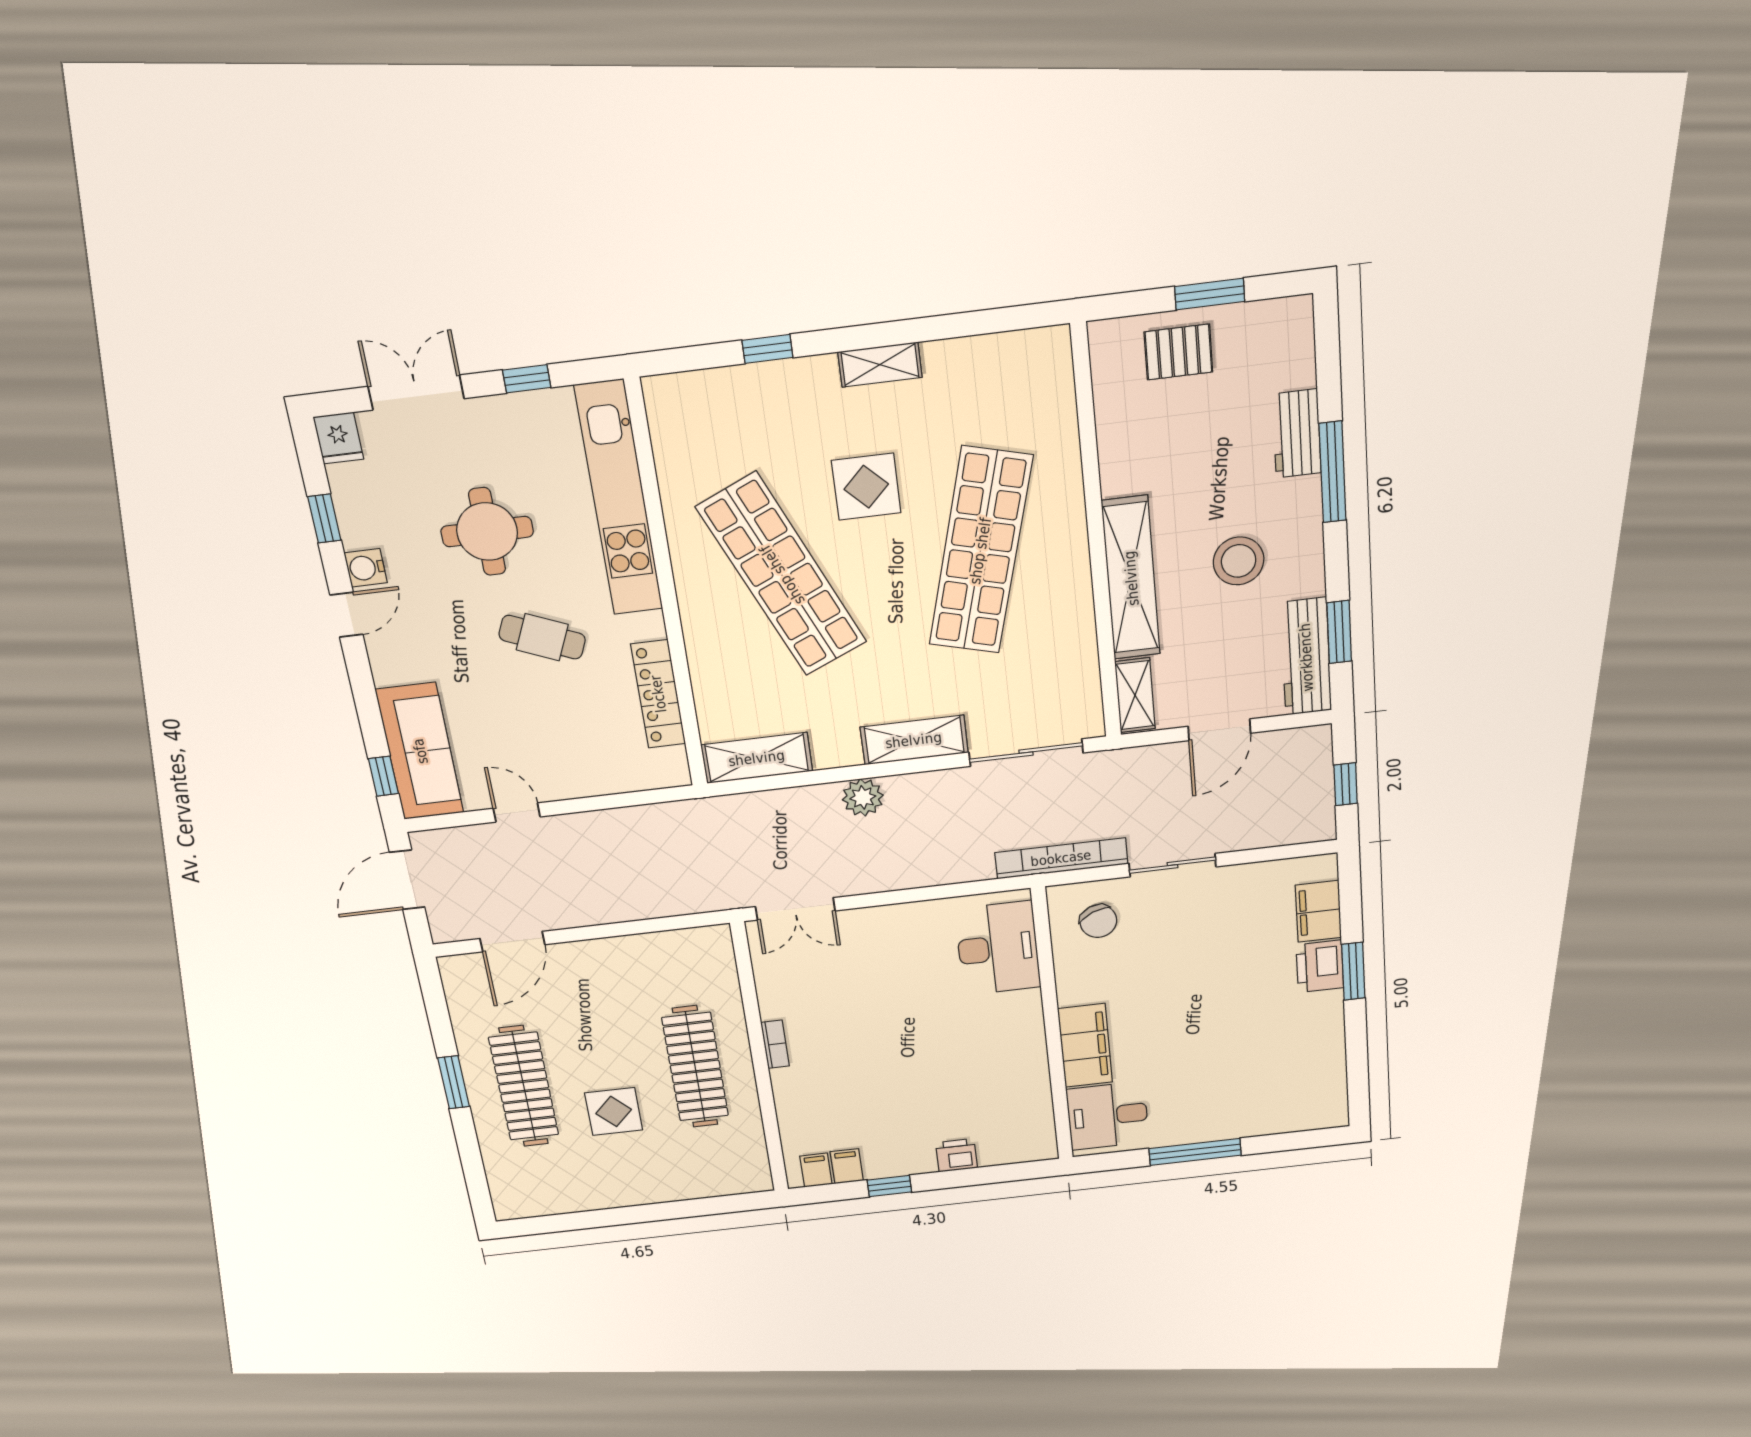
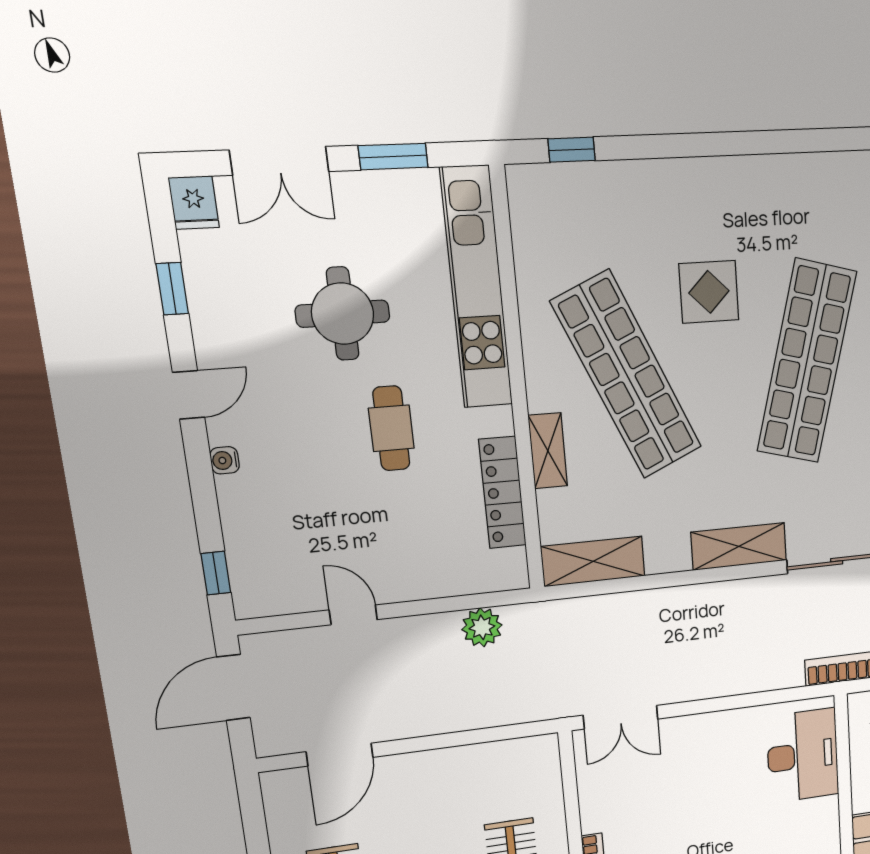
window: (767, 349) -> (572, 150), moved
shelving: (880, 365) -> (548, 451), moved, turned 90
window: (527, 379) -> (393, 156), width x1.50
double door: (416, 393) -> (279, 161), swing flipped
water cooler: (366, 568) -> (225, 460), moved, width x0.72, depth x0.72
cafe table: (542, 637) -> (391, 428), turned 67
sofa: (420, 751) -> (257, 547), removed
plant: (863, 797) -> (482, 627), moved

